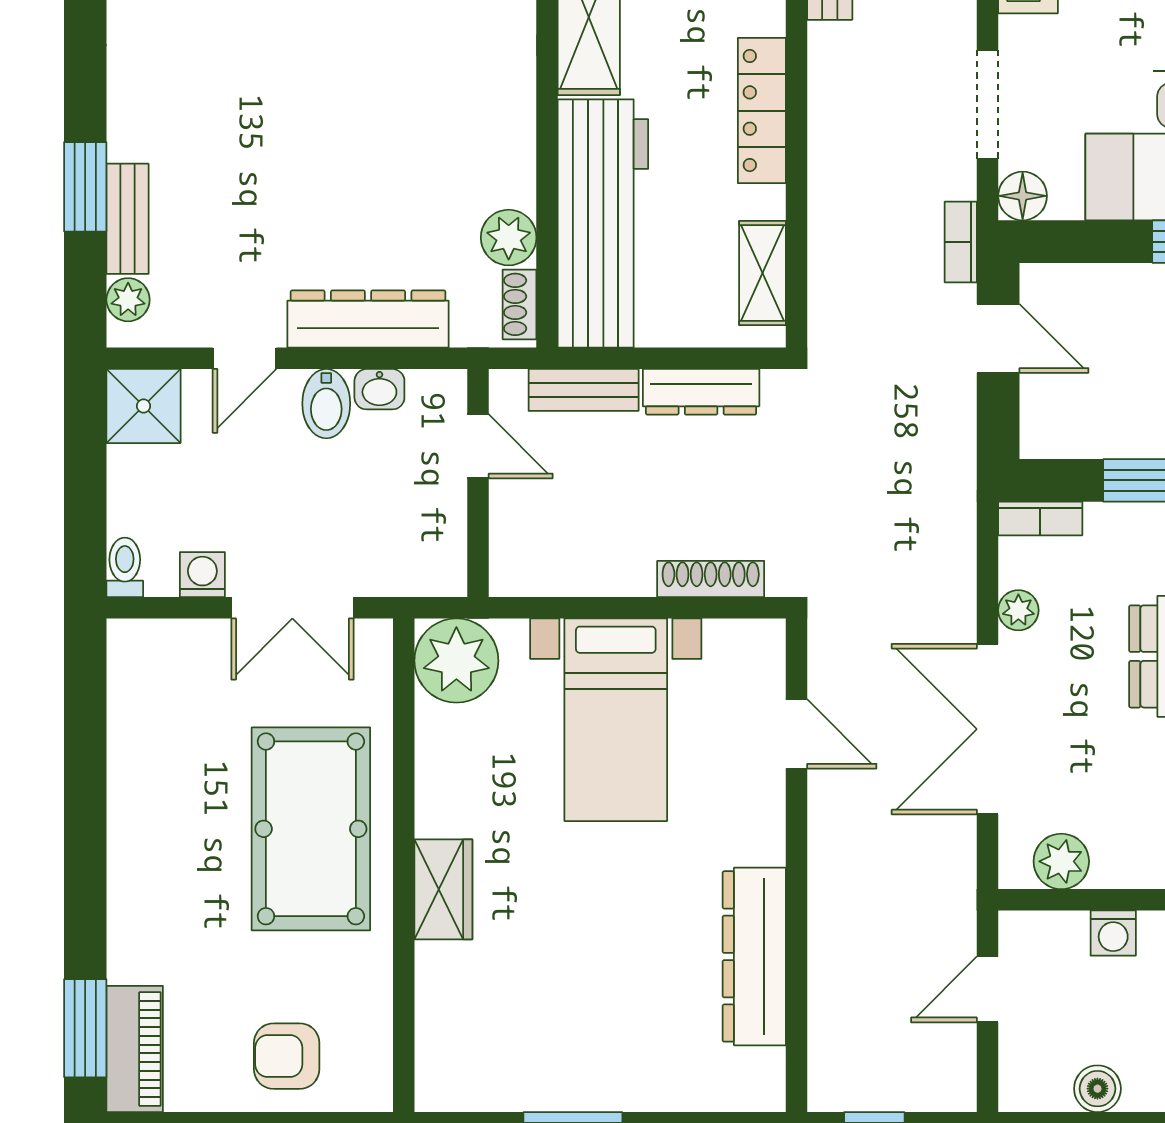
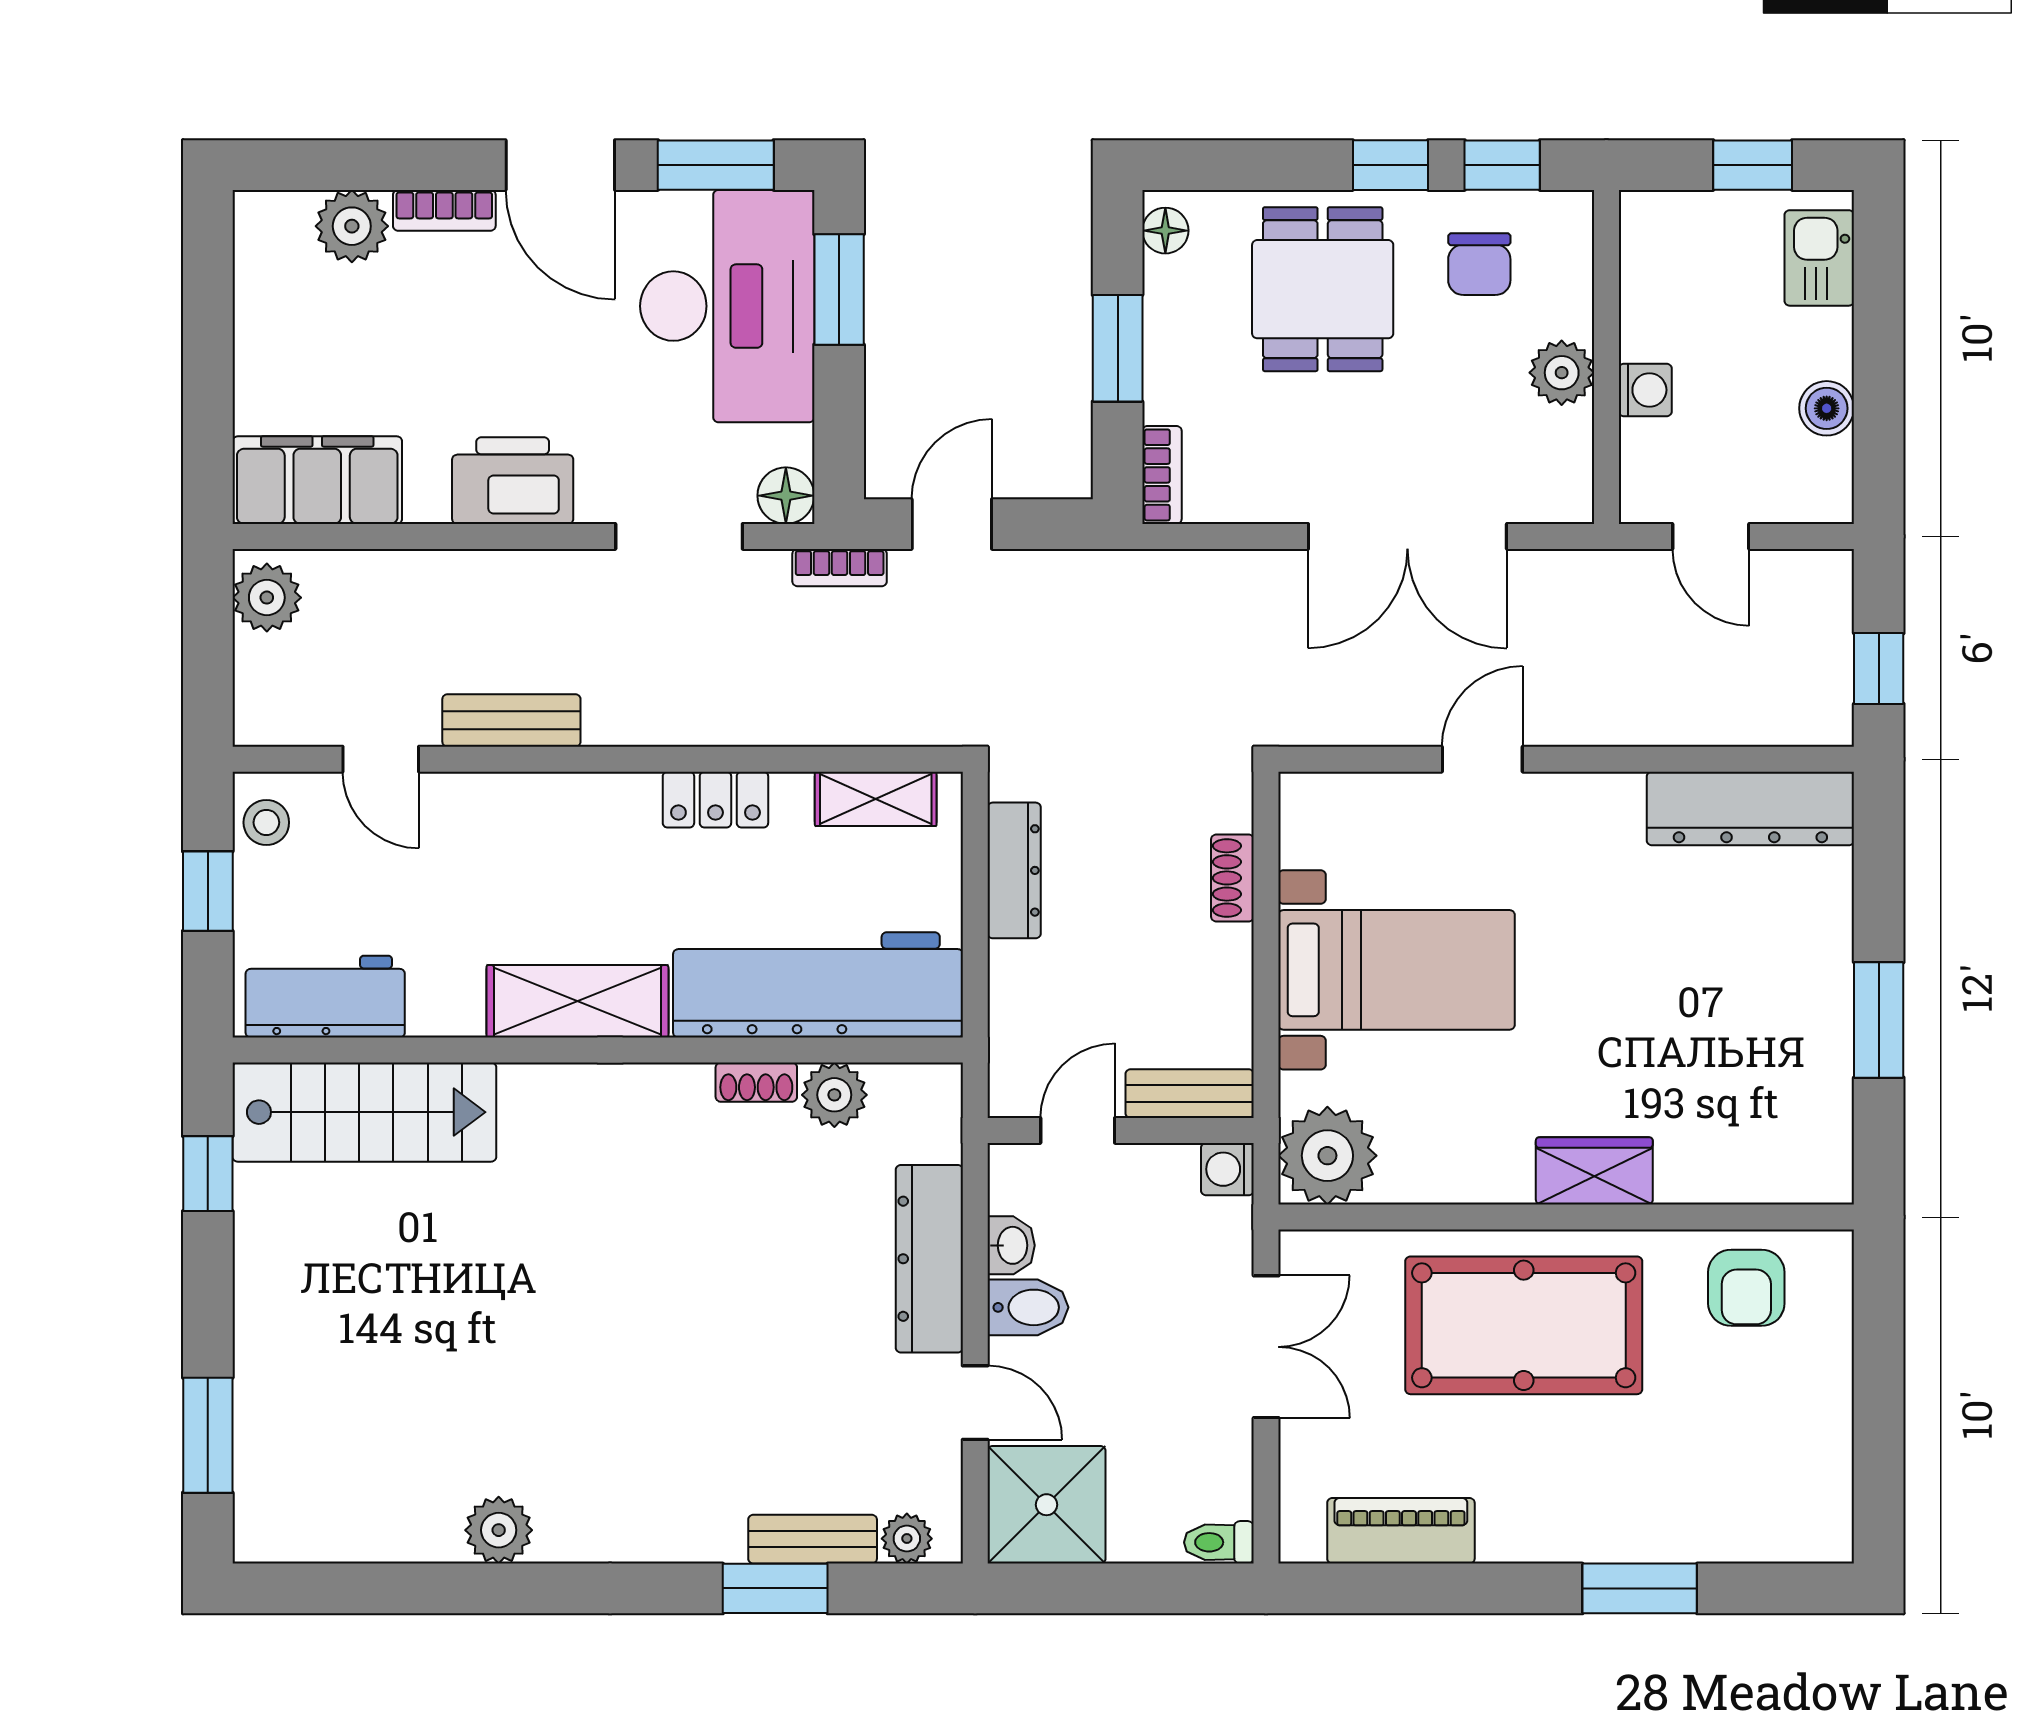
locker: (762, 111) -> (715, 800), width x0.66
shoe rack: (519, 304) -> (756, 1082), moved
bench: (584, 390) -> (1190, 1094), moved, turned 90
shower: (144, 406) -> (1046, 1505), width x1.36, depth x1.36
washing machine: (202, 575) -> (1227, 1169), moved
shoe rack: (711, 579) -> (1232, 878), width x0.70
plant: (1018, 610) -> (1269, 501), removed
door: (797, 734) -> (1482, 759), moved
plant: (1061, 861) -> (1562, 373), moved
dresser: (754, 956) -> (1750, 808), moved
window: (85, 1028) -> (1640, 1588), moved
piano: (135, 1049) -> (1401, 1531), moved
armchair: (287, 1056) -> (1746, 1288), moved

